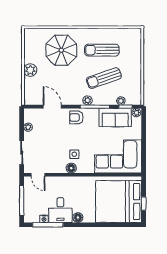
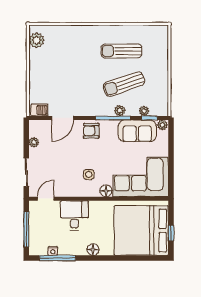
parasol: (61, 50) -> (73, 51), removed
plant: (30, 70) -> (37, 40), moved
barbecue: (33, 100) -> (39, 110), added
plant: (87, 100) -> (120, 111), moved
door: (52, 107) -> (63, 118), swing flipped
floor lamp: (71, 168) -> (106, 191), moved
door: (38, 175) -> (46, 199), swing flipped
desk: (60, 210) -> (74, 216), moved, turned 180

